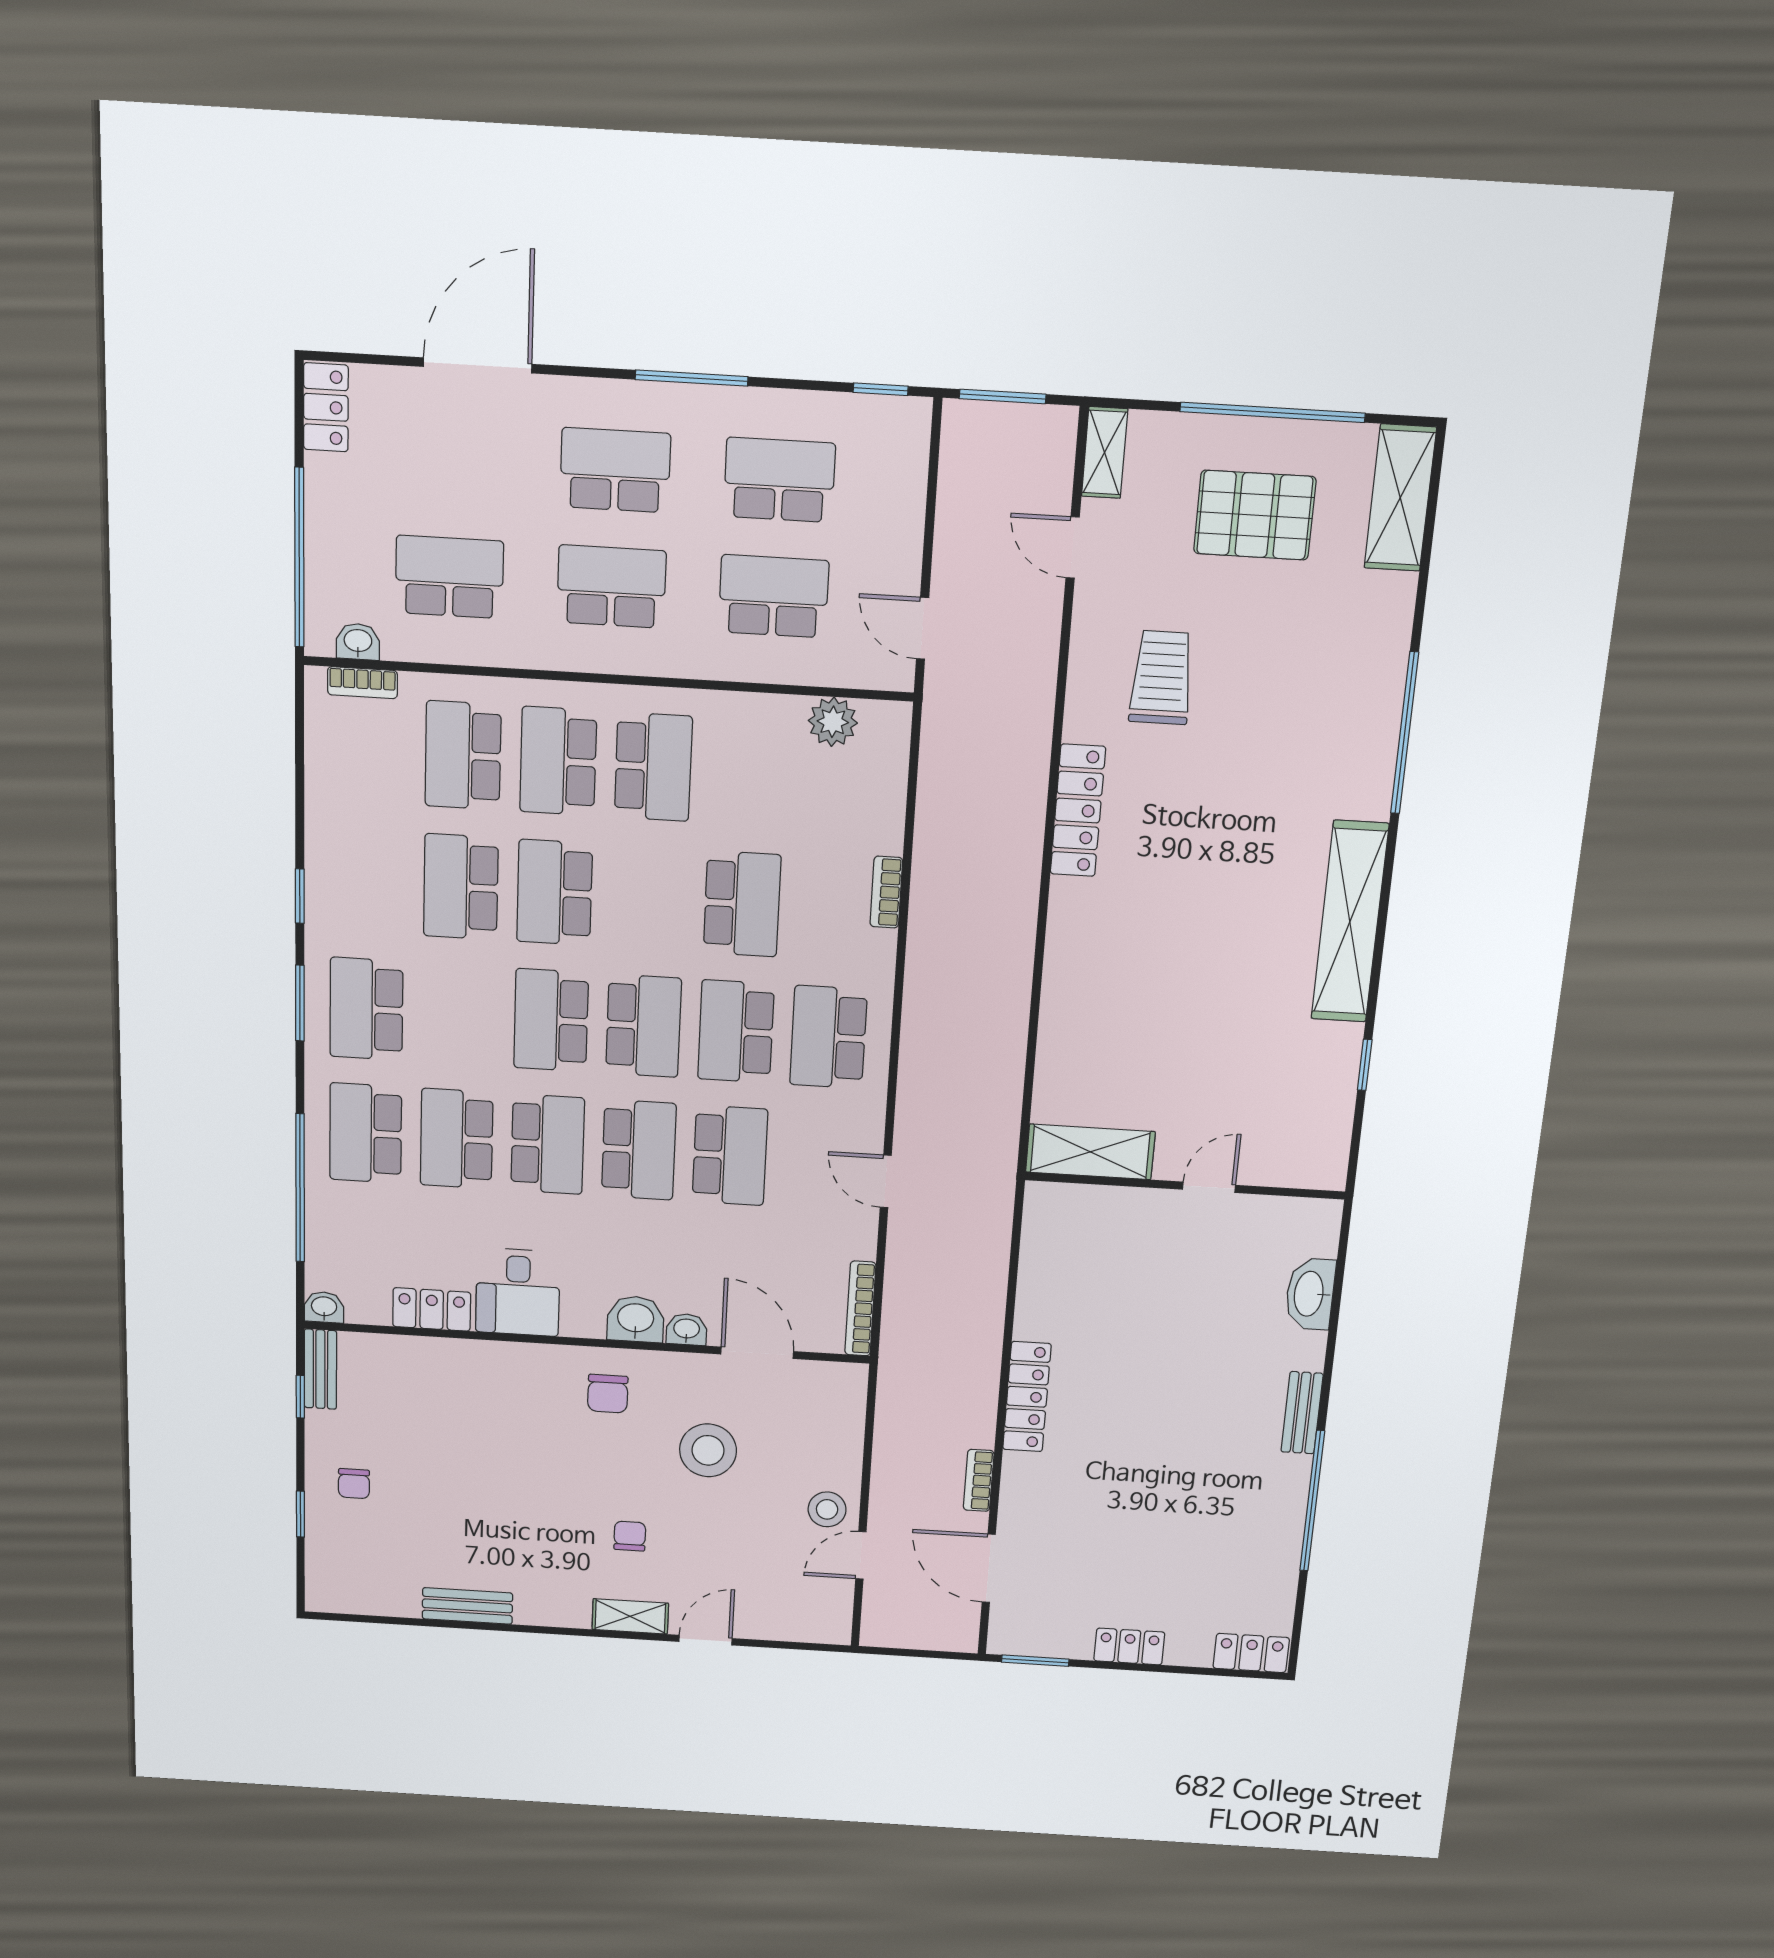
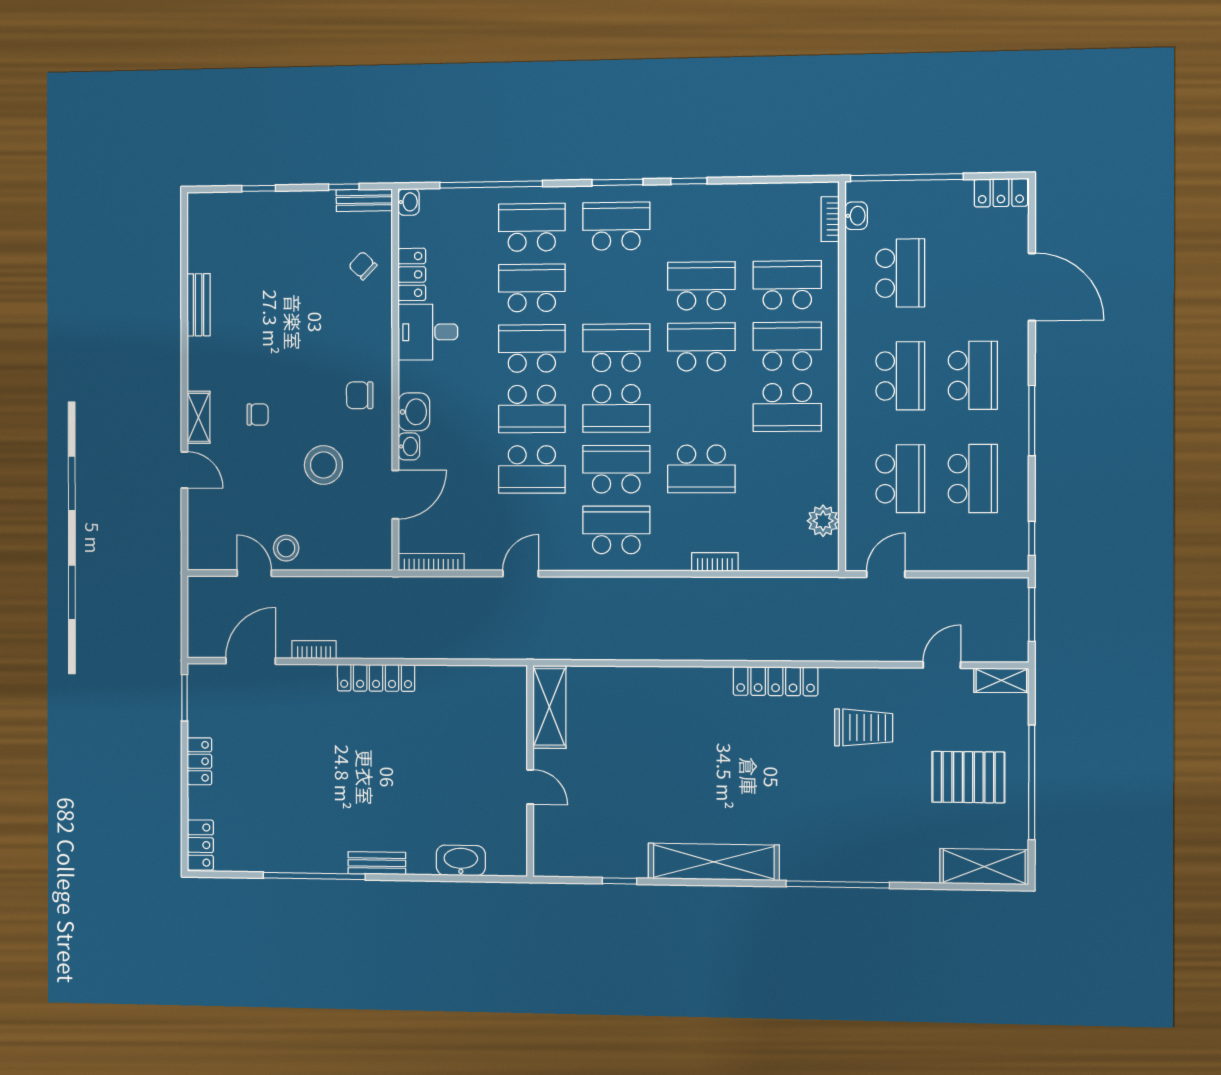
pallet: (1255, 515) -> (968, 777), turned 90
school desk: (548, 1144) -> (532, 348), turned 180
chair: (354, 1484) -> (363, 266), moved, turned 44

